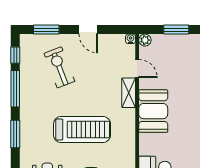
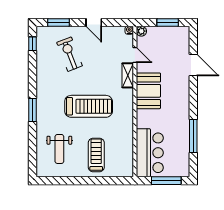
window: (15, 89) -> (33, 72), removed

